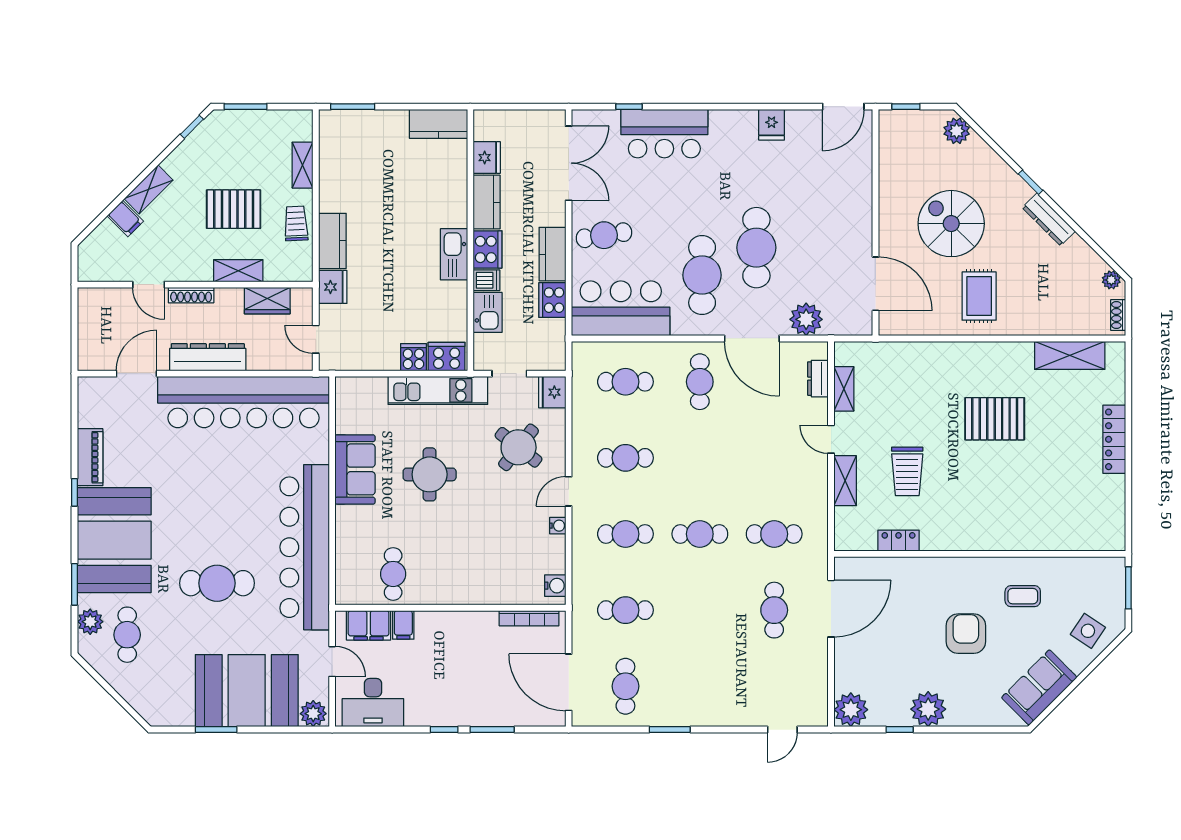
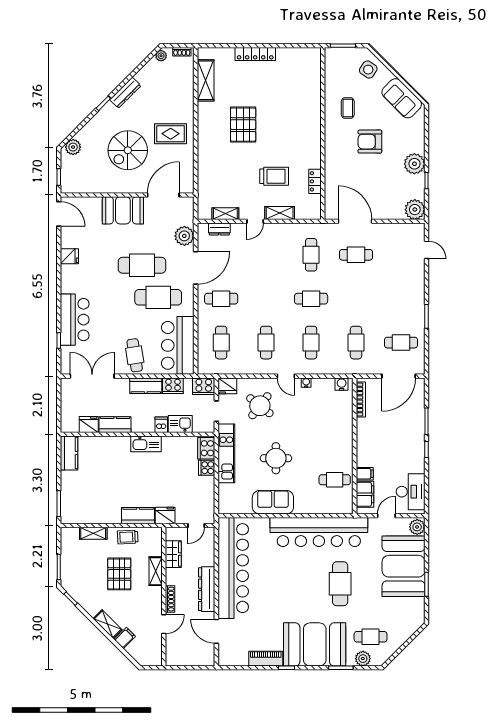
booth: (849, 215) -> (123, 210), added
cooker: (488, 249) -> (204, 386), moved, turned 180
cafe table: (700, 534) -> (311, 299), turned 90

